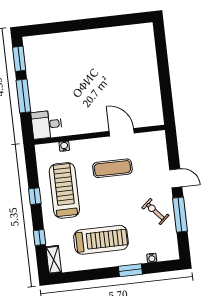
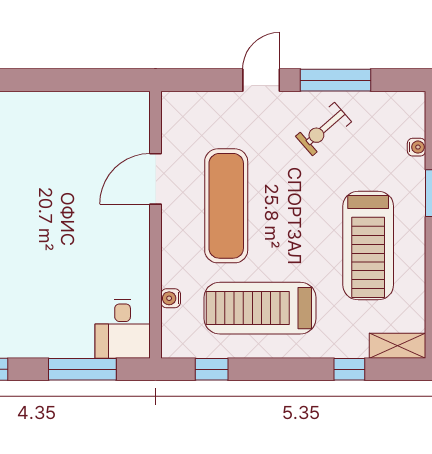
window: (23, 96) -> (82, 369), moved
exercise mat: (112, 168) -> (226, 206), width x1.36, depth x1.45
window: (35, 196) -> (212, 369), moved
treadmill: (101, 240) -> (368, 246), turned 180

